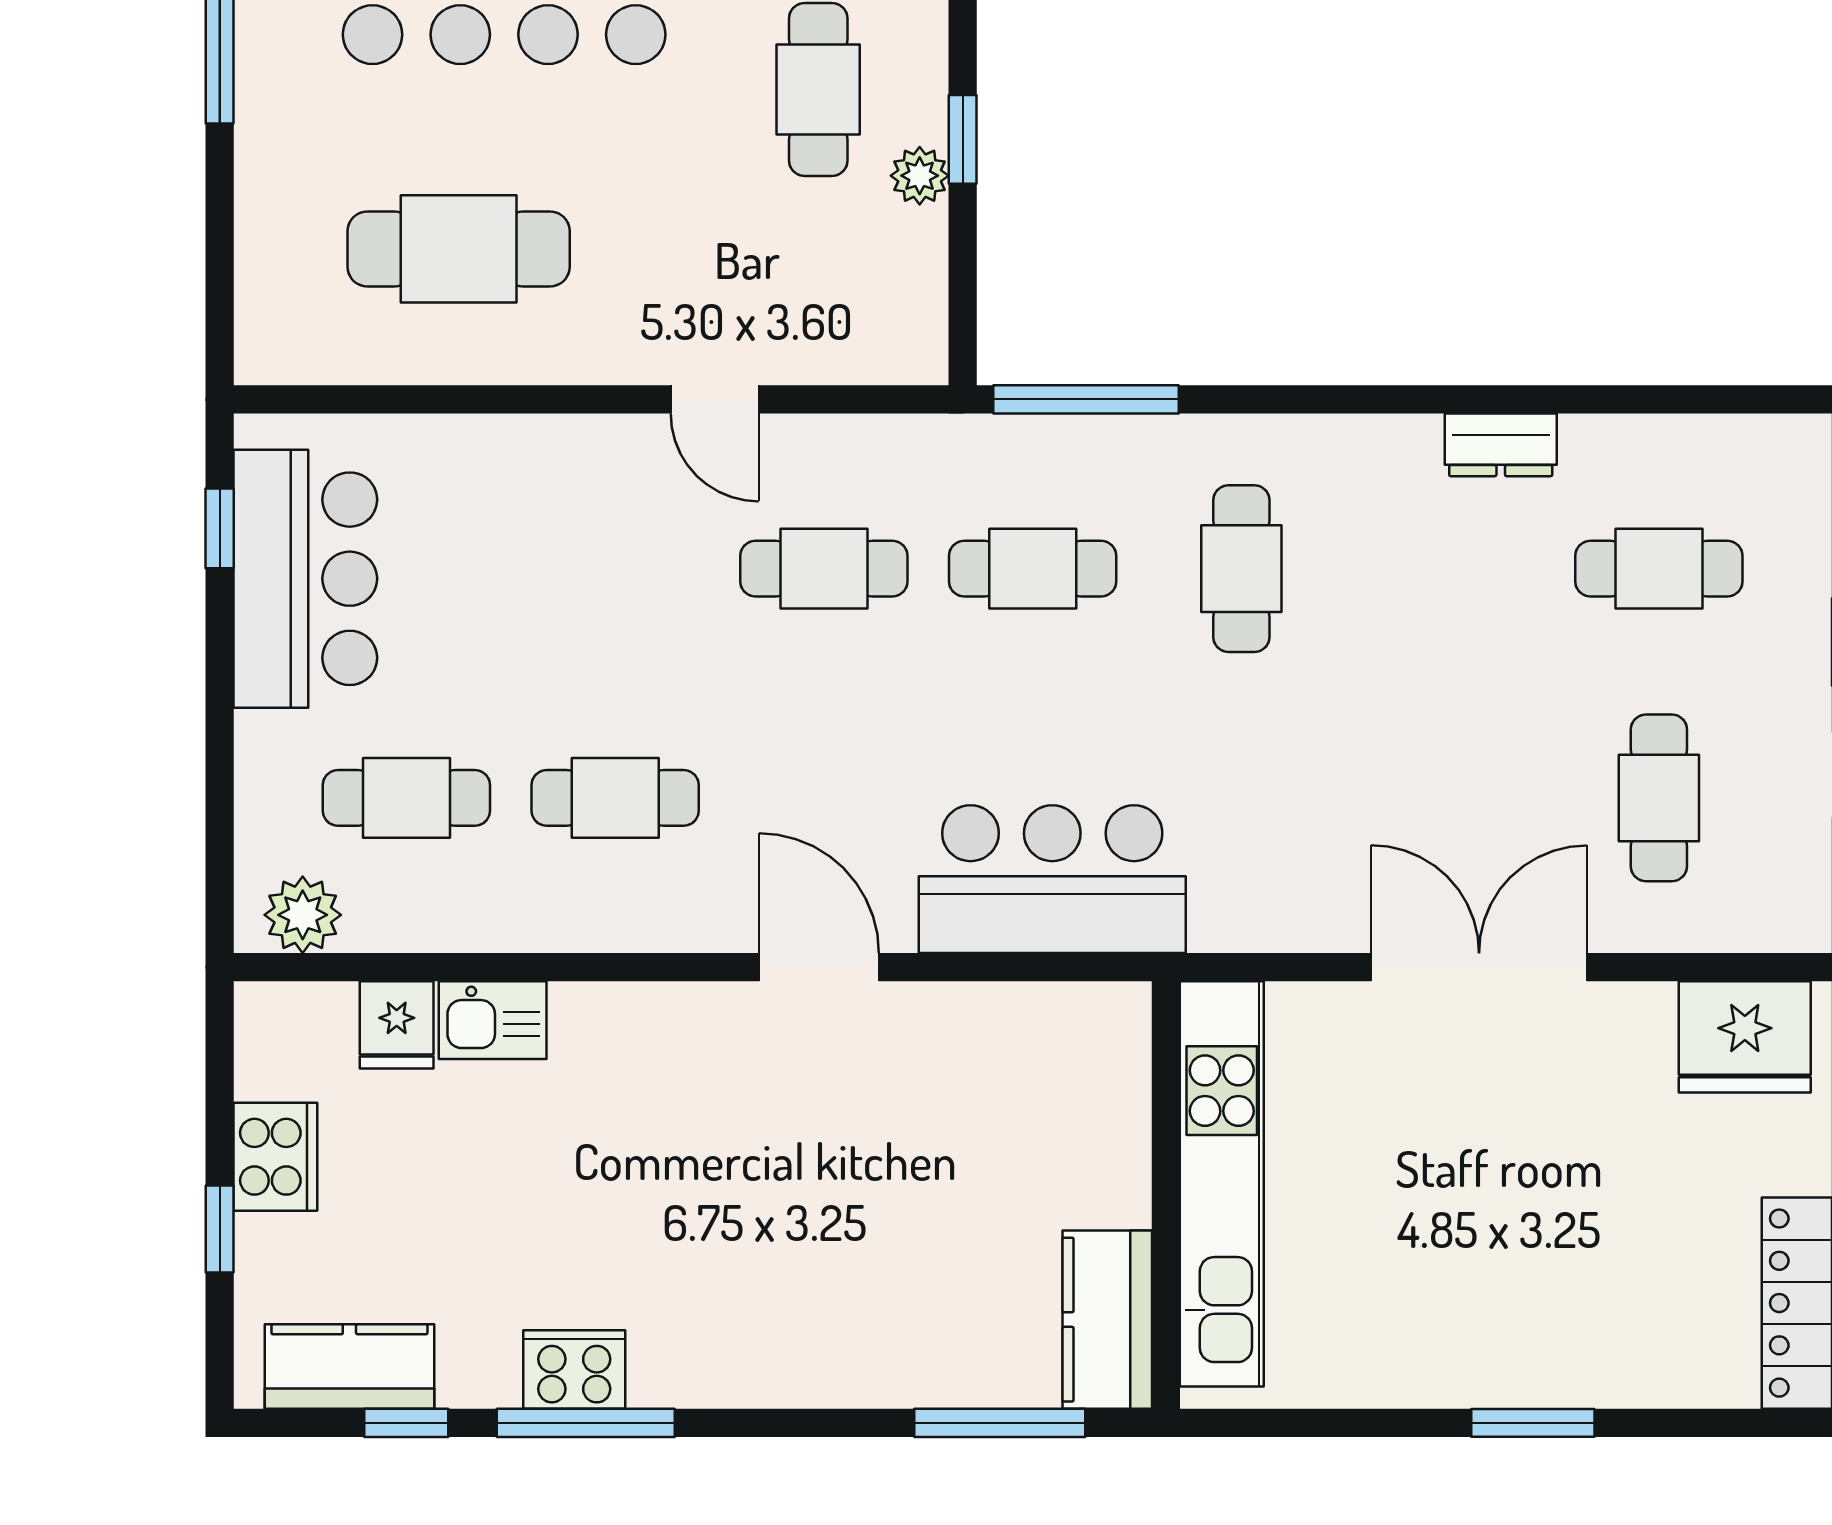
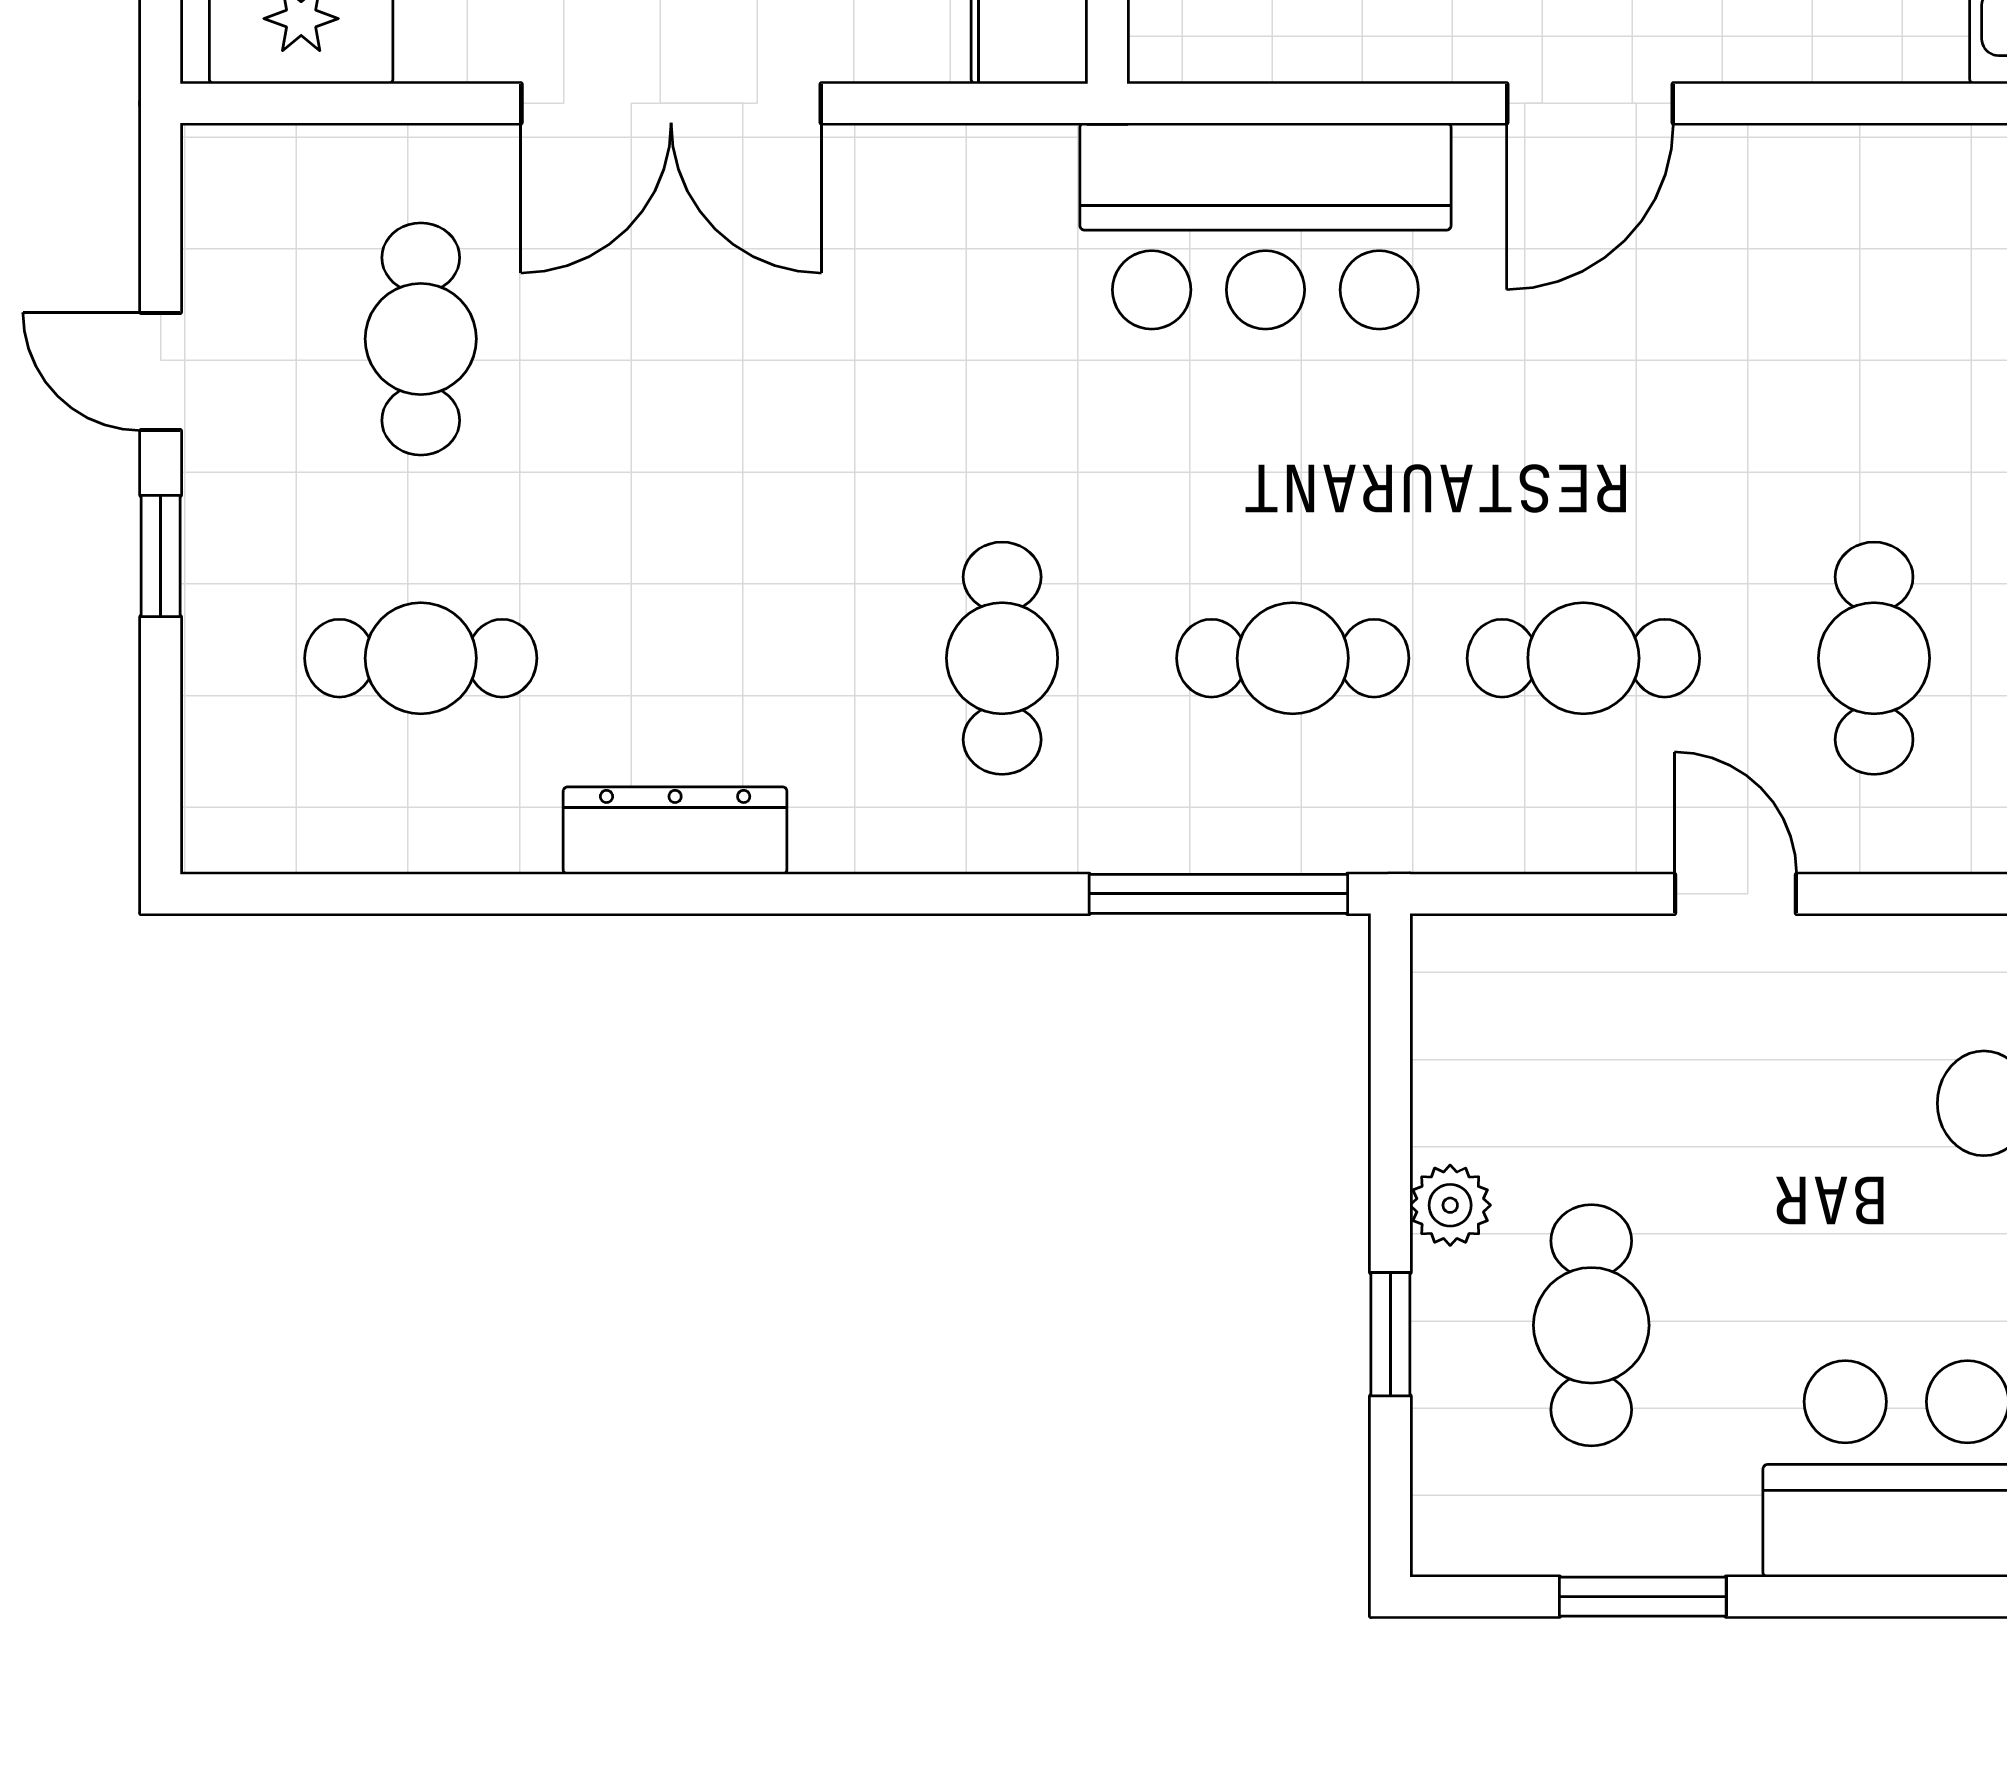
window: (963, 139) -> (1390, 1334), moved
dresser: (1501, 445) -> (675, 831), width x1.44
cafe table: (615, 798) -> (1874, 658), moved, turned 90
door: (819, 967) -> (1590, 103), hinge flipped

